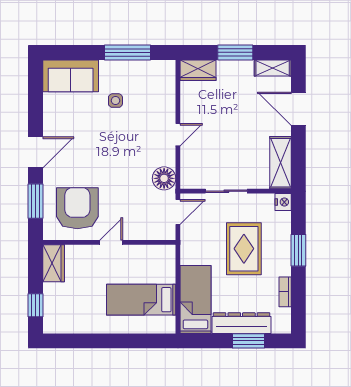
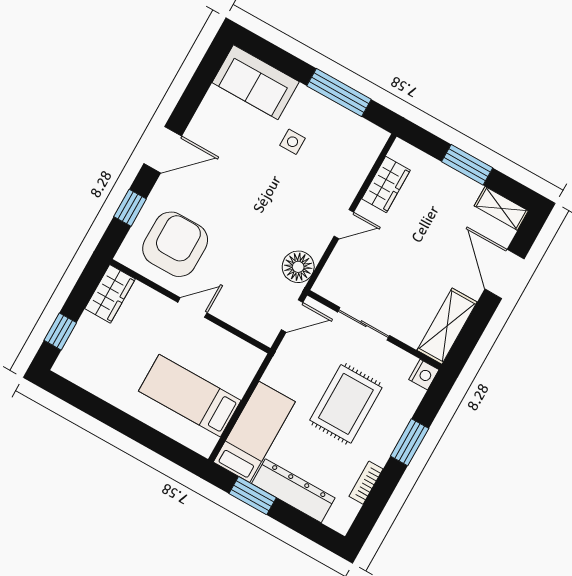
wardrobe: (198, 70) -> (386, 185), moved, turned -90
window: (35, 201) -> (130, 208), width x0.67
window: (249, 341) -> (253, 496), moved

